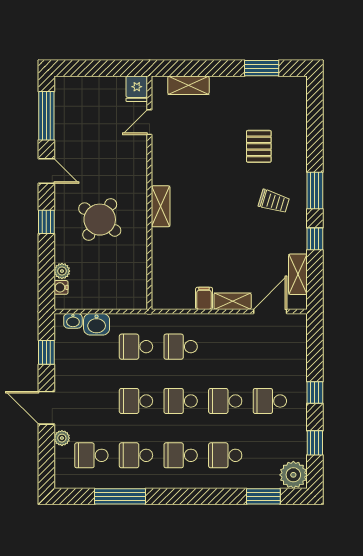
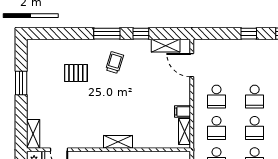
window: (262, 68) -> (21, 83), moved
shelving: (188, 85) -> (33, 134), moved
shelving: (233, 301) -> (185, 131), moved
school desk: (270, 401) -> (216, 97), moved

